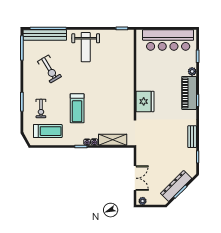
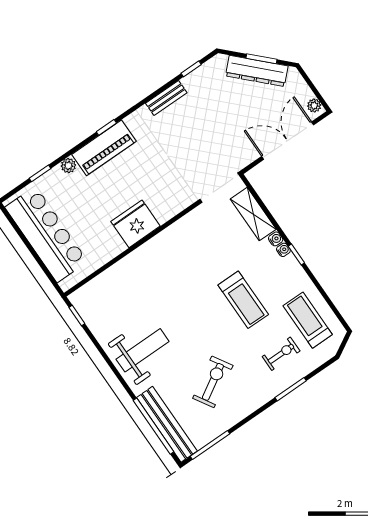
fridge: (145, 101) -> (135, 224), moved
treadmill: (77, 108) -> (243, 300), turned 90
double door: (135, 178) -> (288, 141), width x1.37

